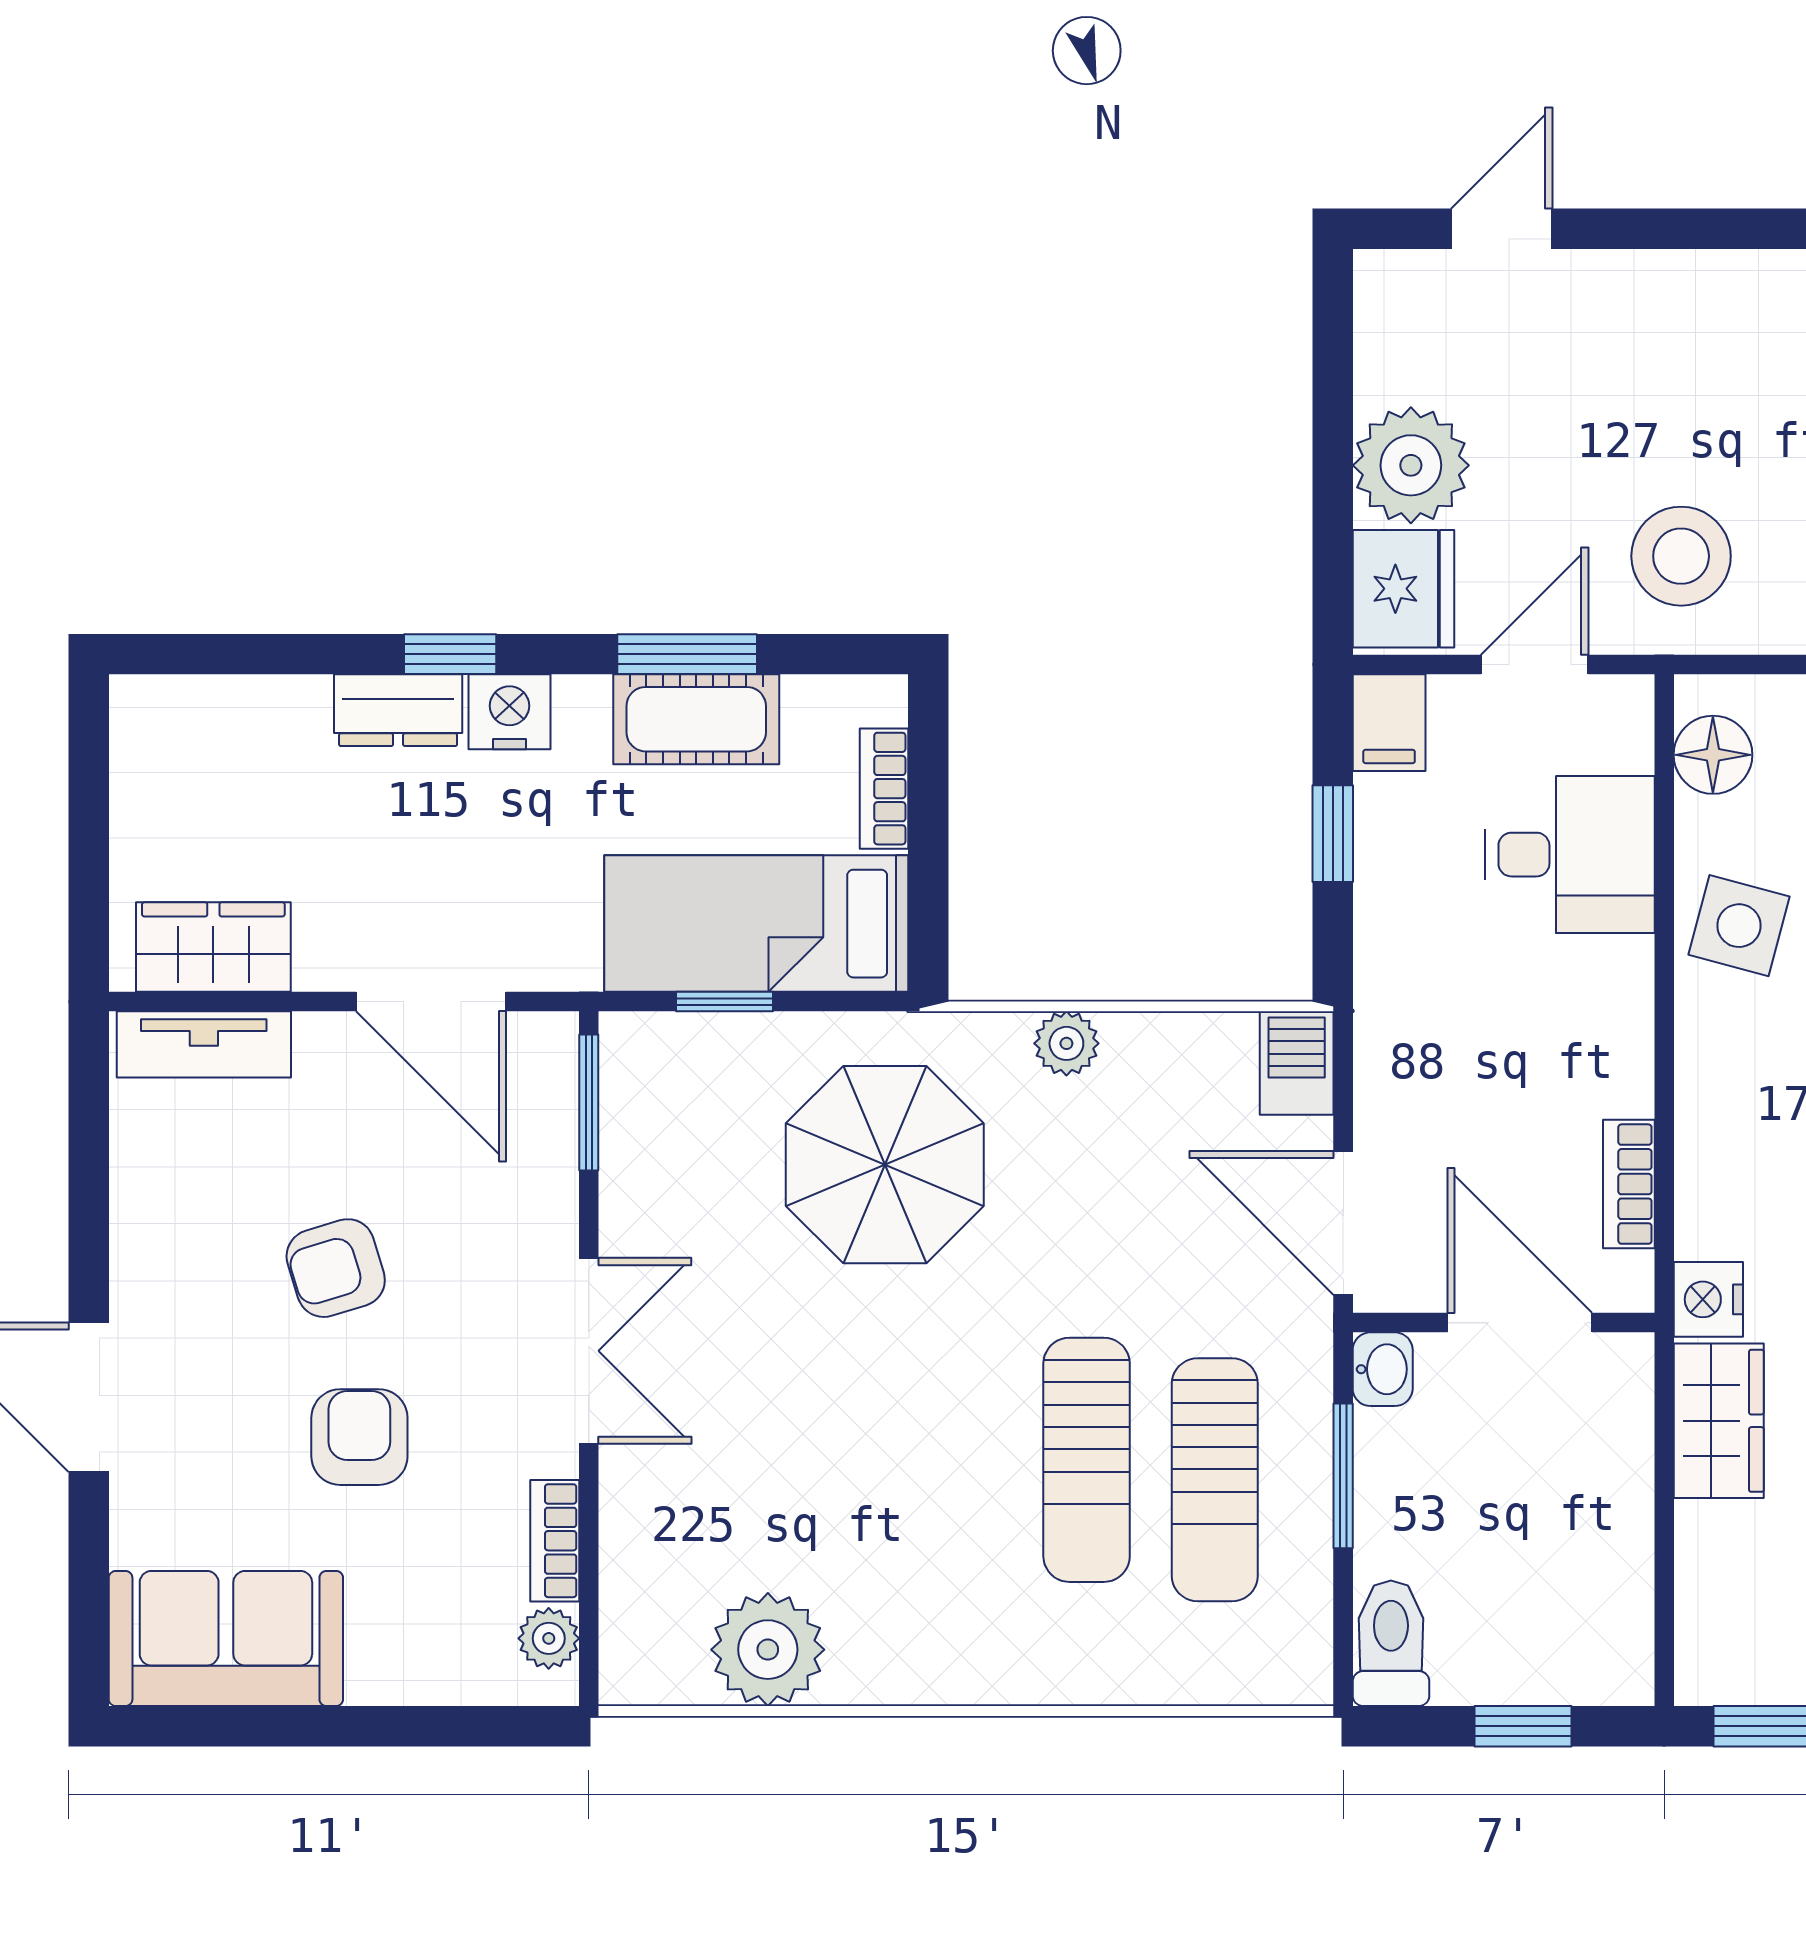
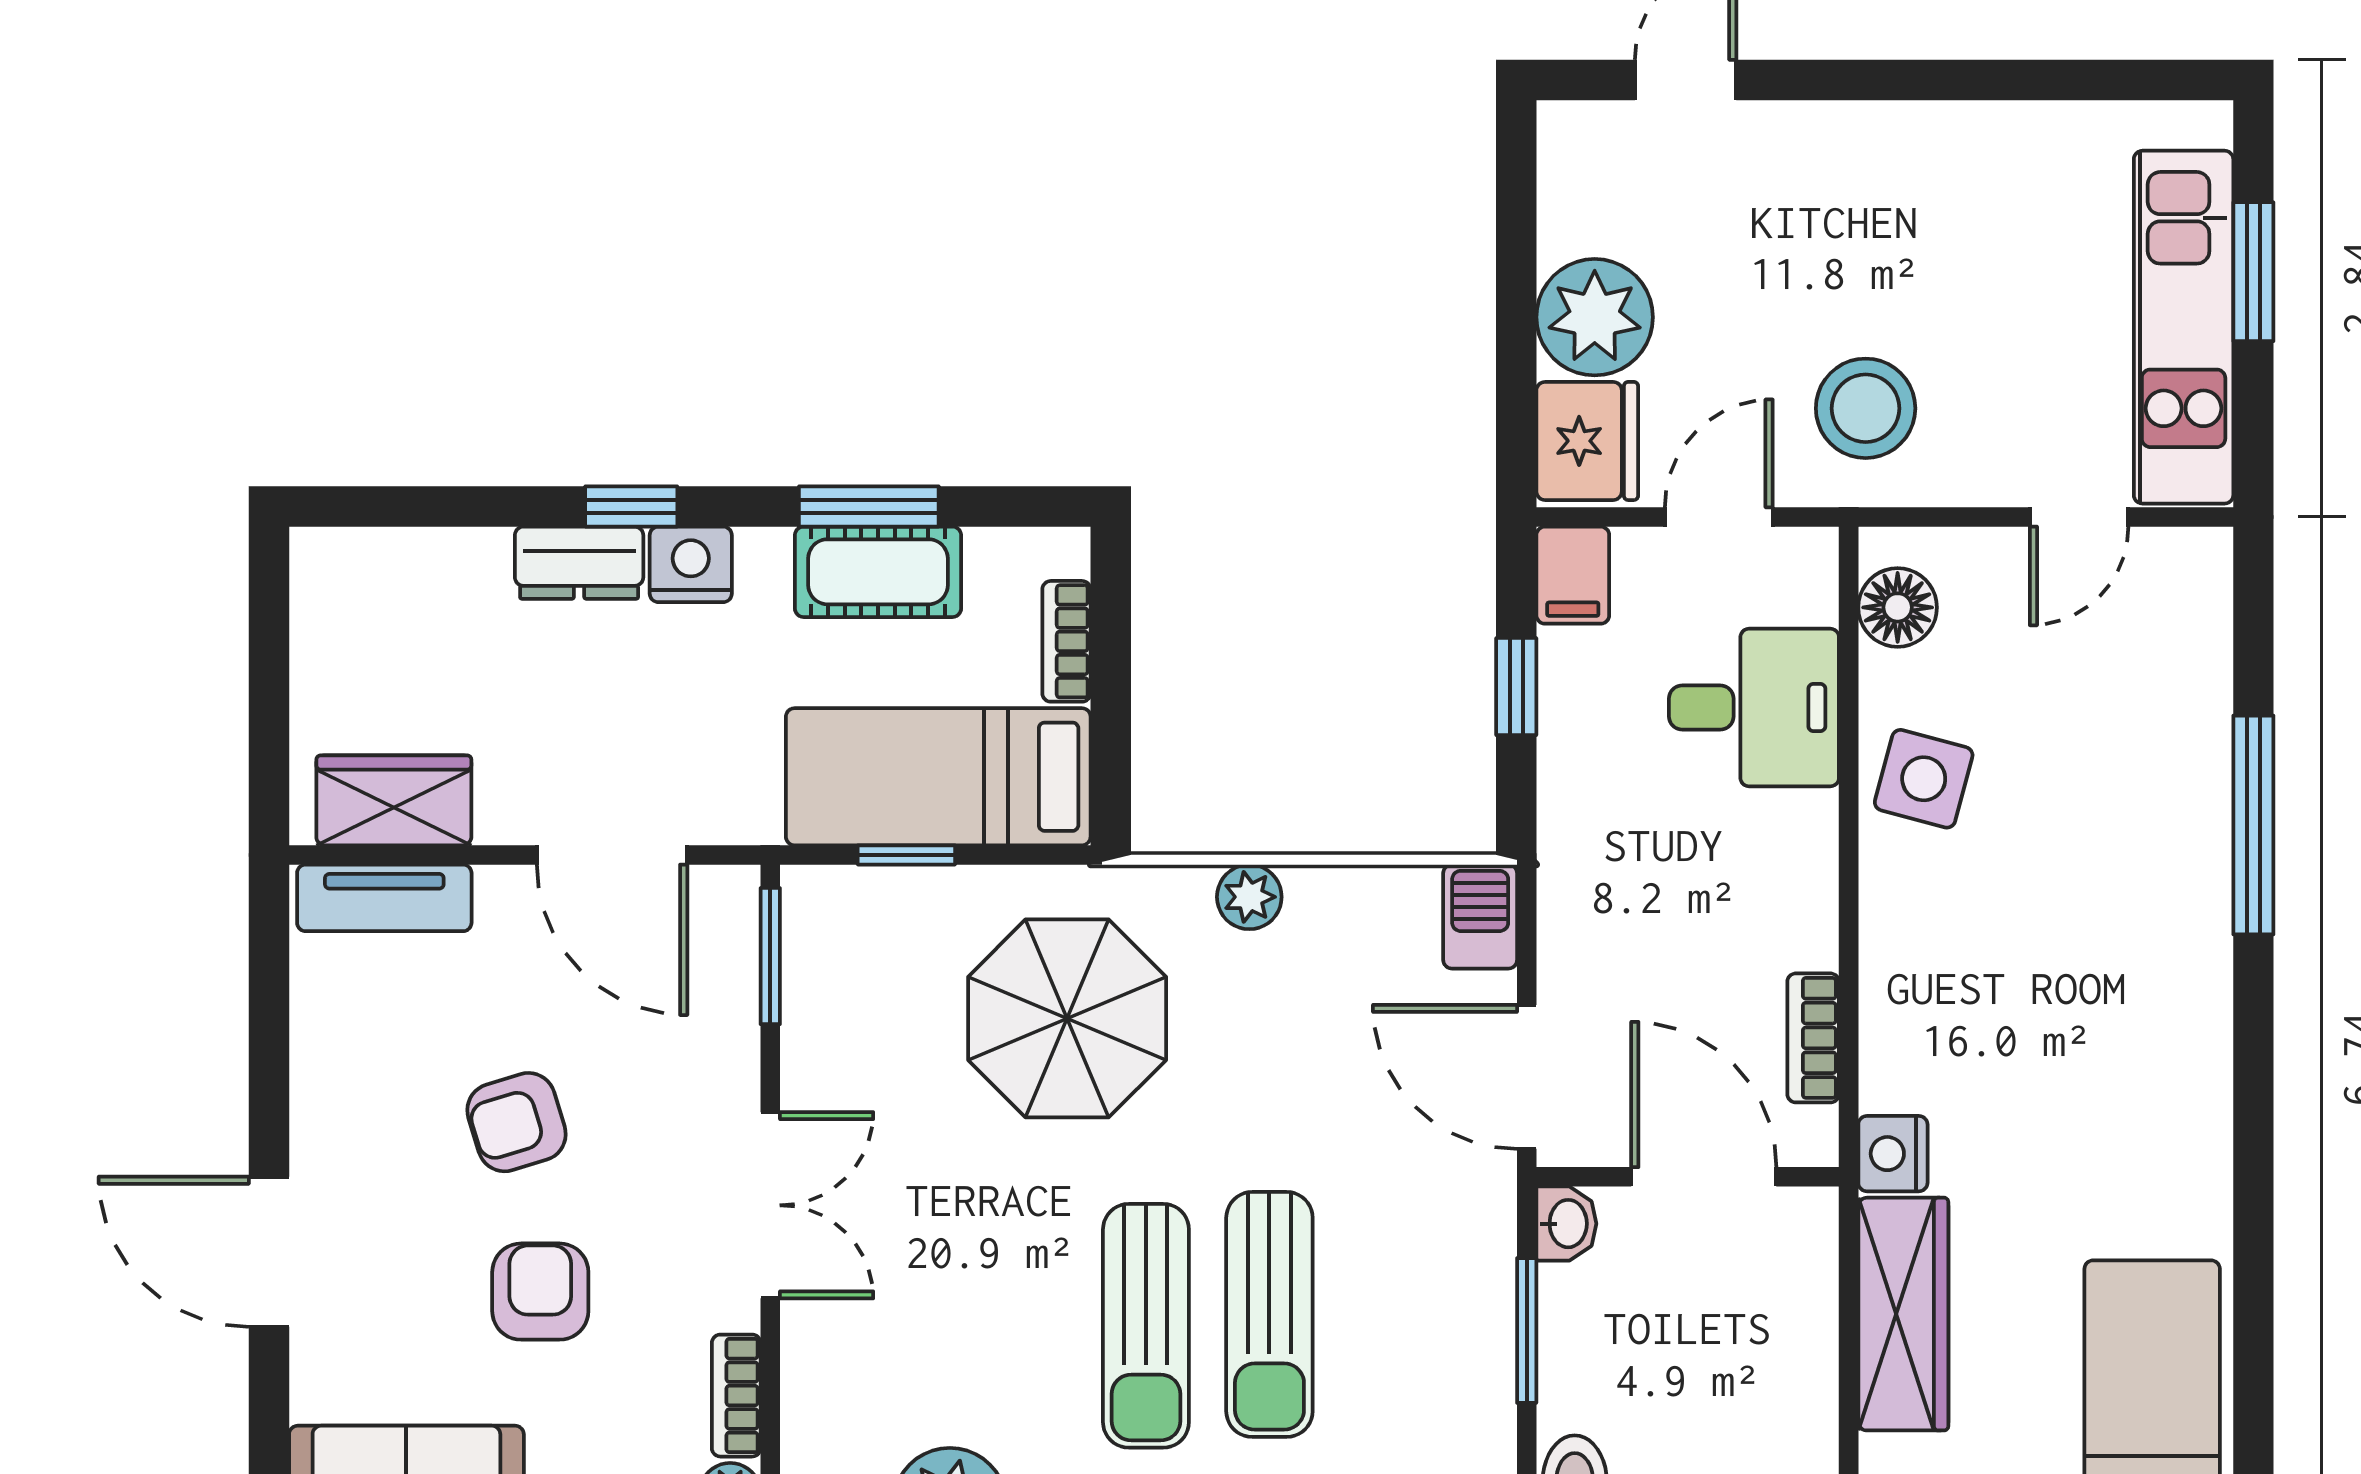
wardrobe: (1719, 1421) -> (1903, 1314), width x1.50
sun lounger: (1215, 1480) -> (1146, 1326), moved

